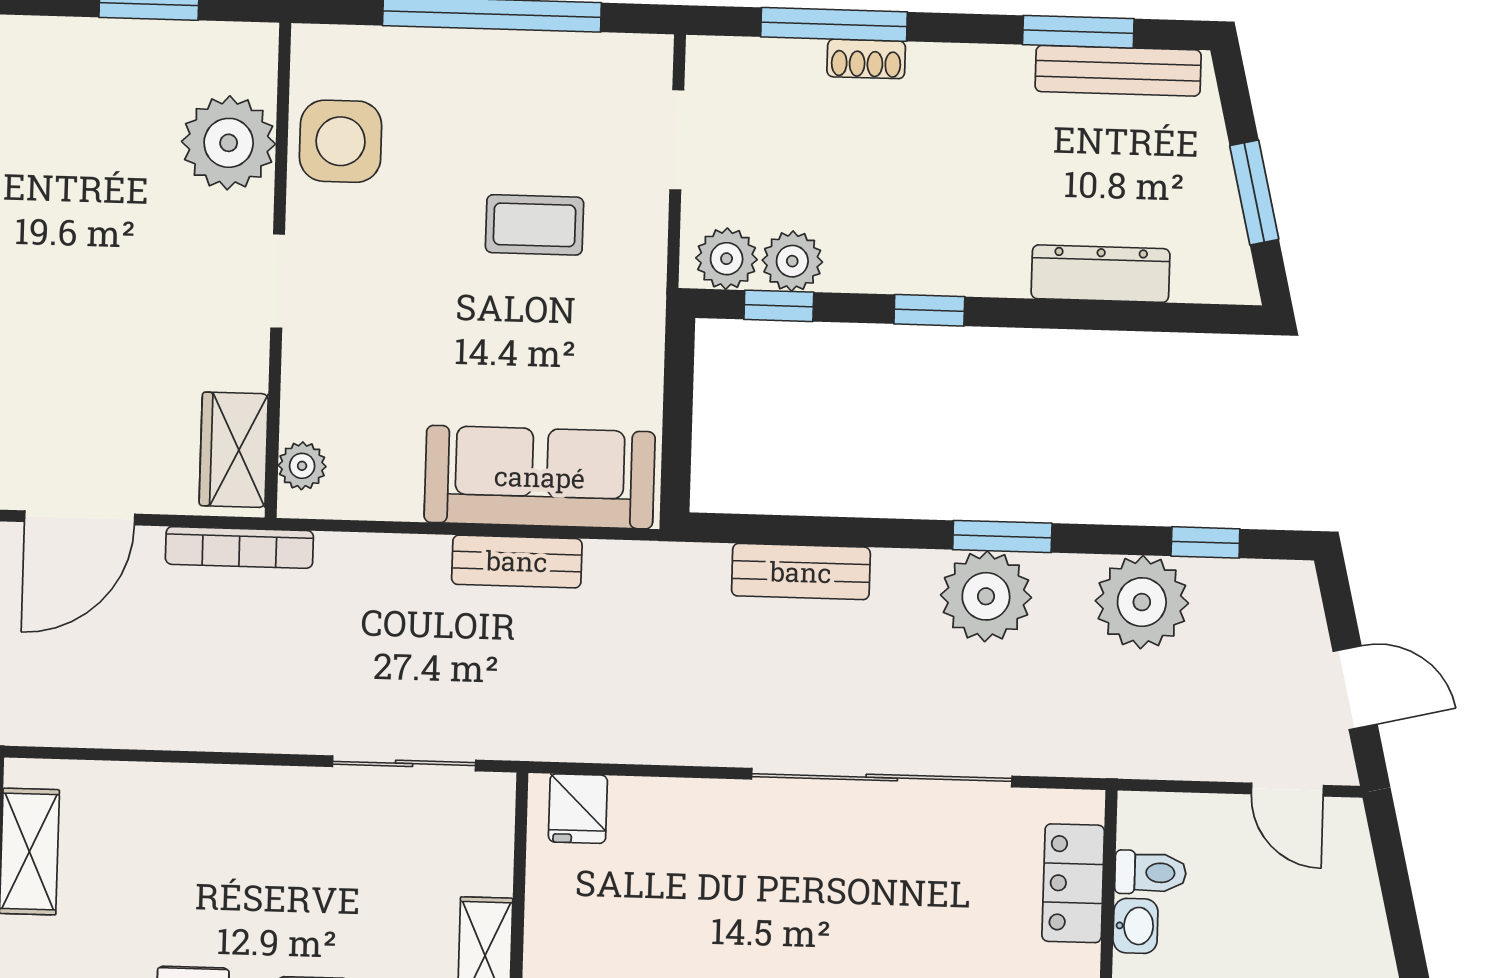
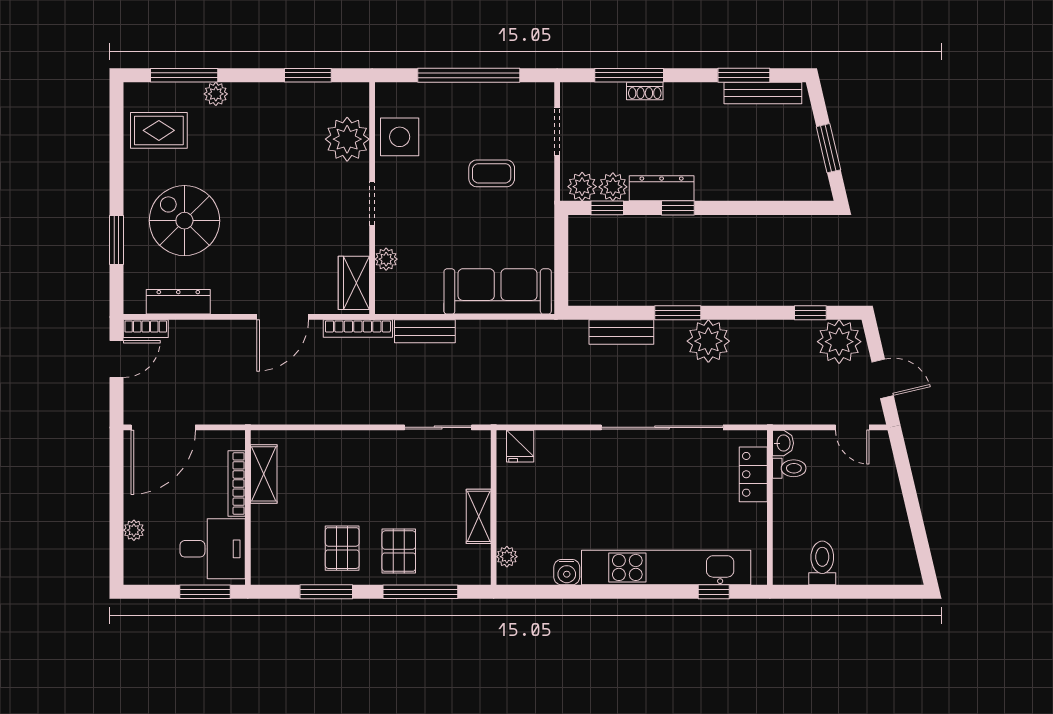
dresser: (1101, 274) -> (662, 188), moved
plant: (302, 466) -> (386, 259), moved
window: (1002, 536) -> (678, 313), moved
bench: (517, 561) -> (425, 331), moved
plant: (1142, 602) -> (839, 342), moved
washbasin: (1135, 926) -> (783, 443), moved

